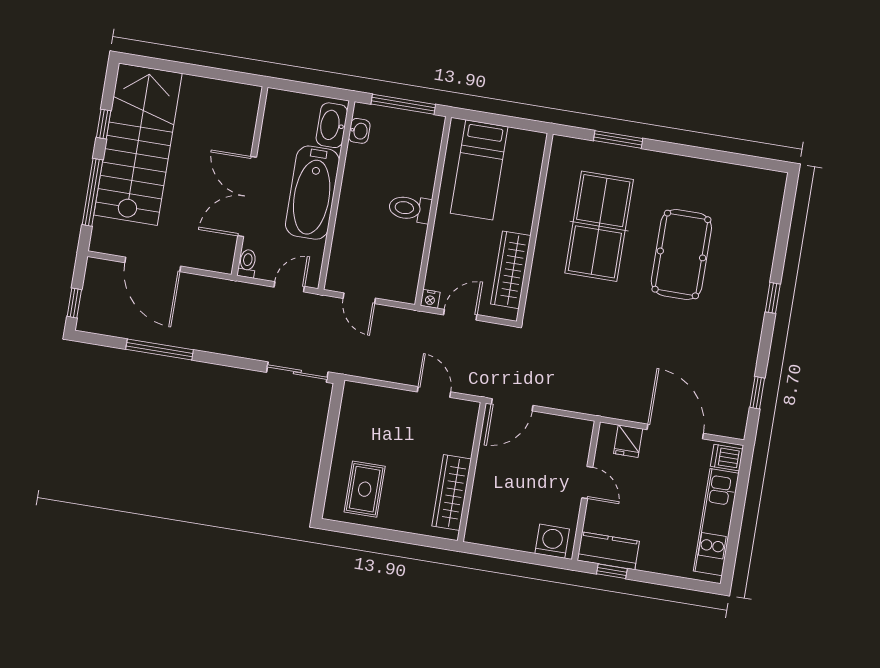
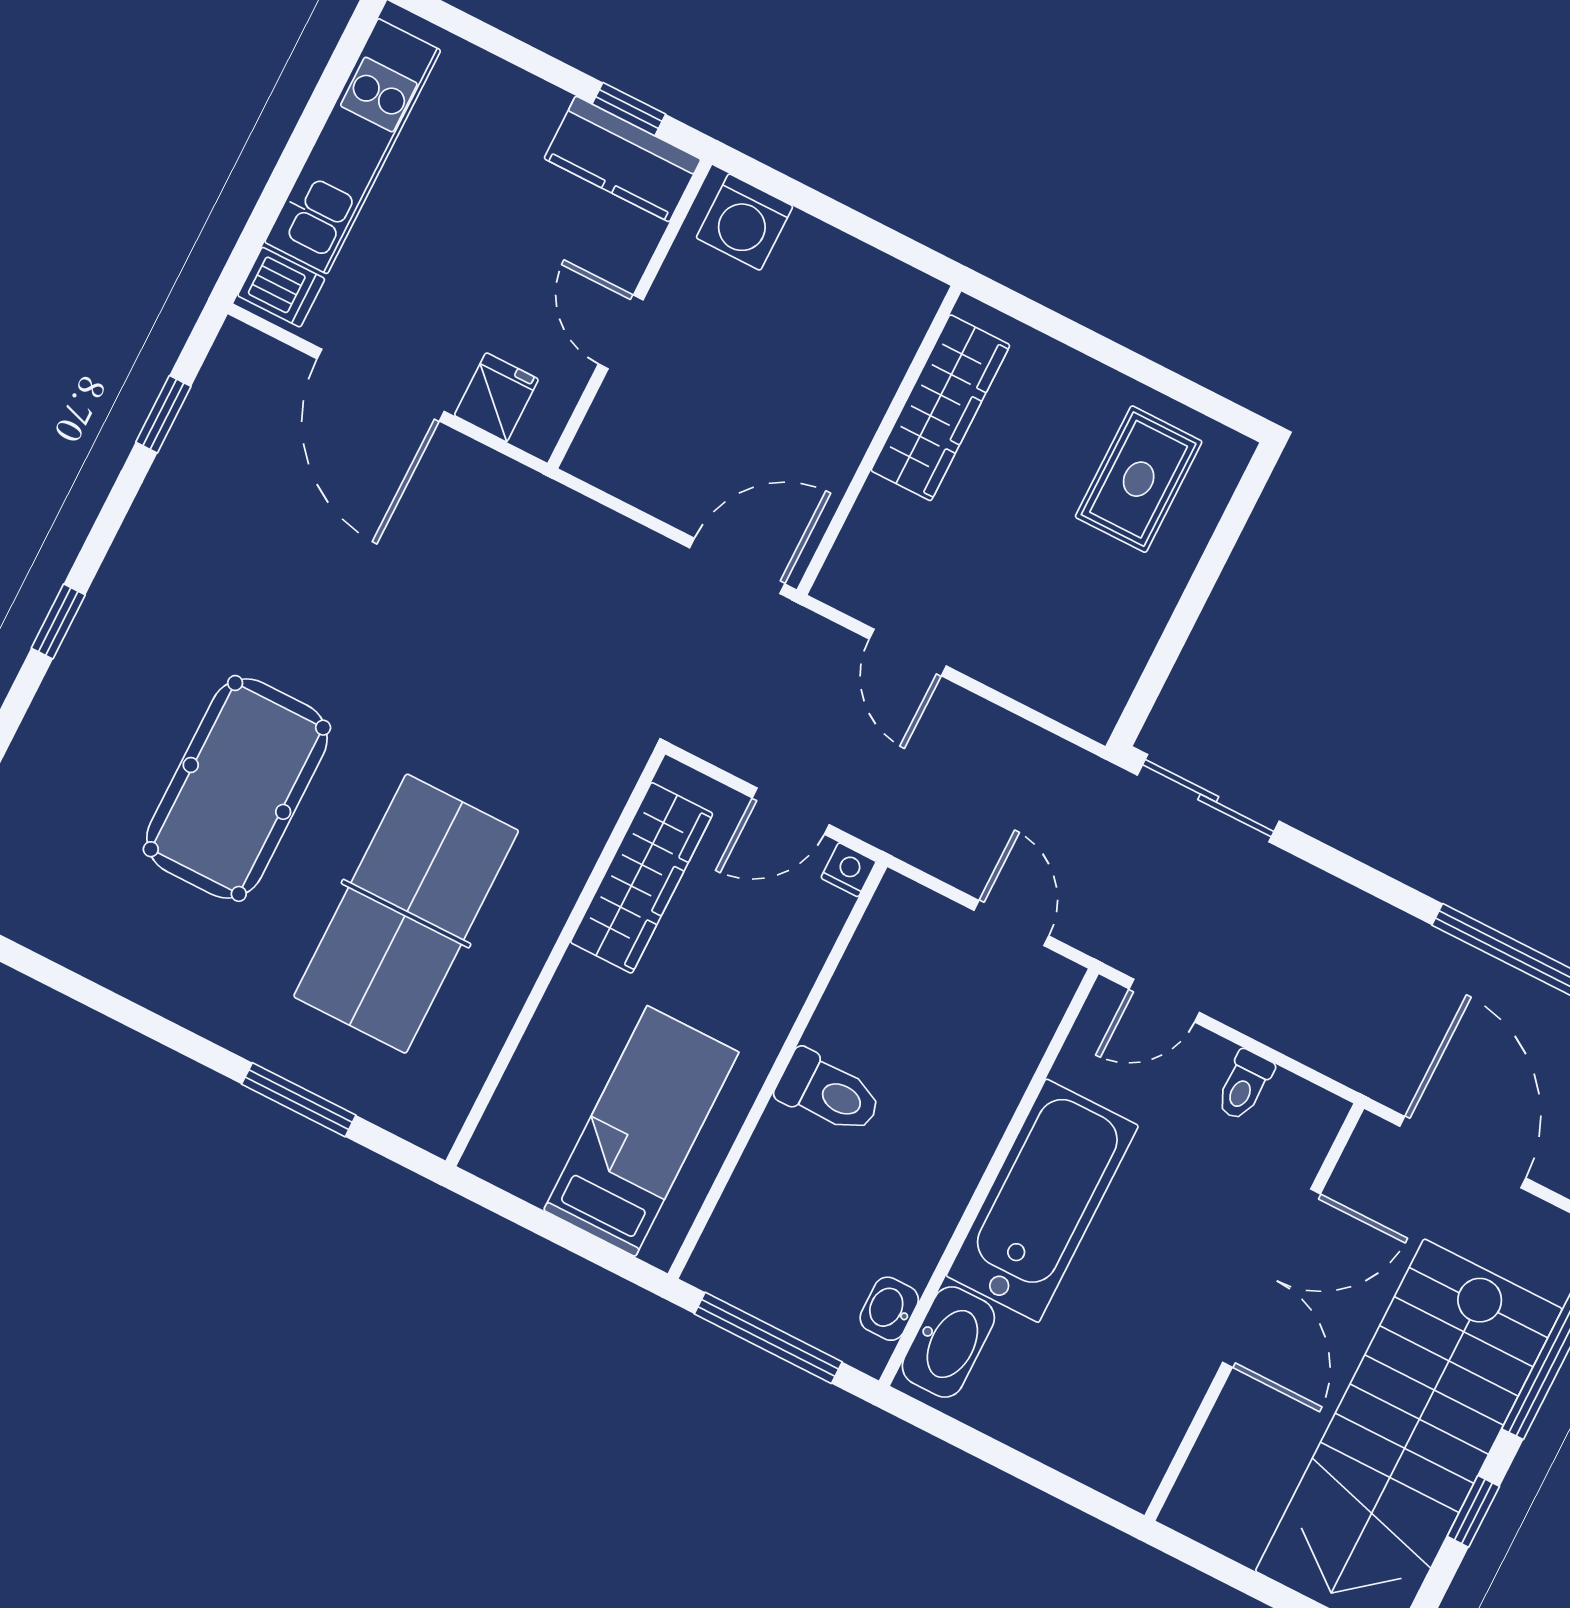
wall: (250, 181) -> (1254, 1312), moved
double door: (247, 196) -> (1272, 1278), moved

